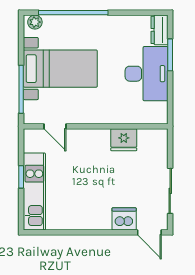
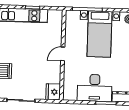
door: (55, 126) -> (63, 54), moved
fridge: (124, 140) -> (53, 92), moved

